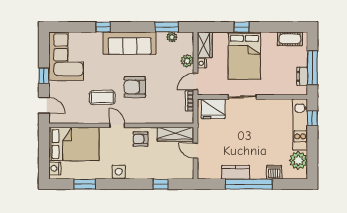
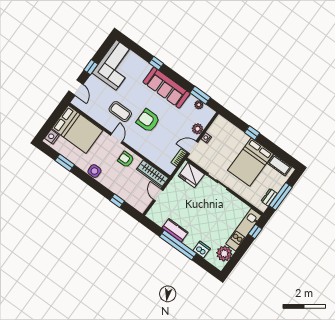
wardrobe: (205, 45) -> (218, 127), removed
bed: (244, 56) -> (251, 162), moved

